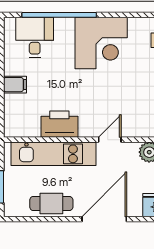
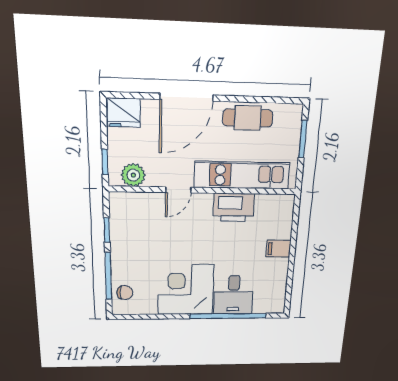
desk: (35, 37) -> (234, 295), moved

